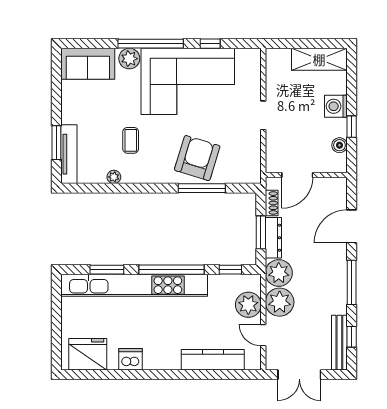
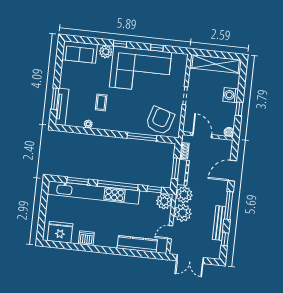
window: (151, 44) -> (120, 44), width x0.32
shelving: (319, 59) -> (216, 64), width x1.47
boiler: (339, 145) -> (229, 132), moved
armchair: (197, 158) -> (160, 121), moved
door: (297, 175) -> (202, 135), swing flipped
plant: (248, 305) -> (164, 201), moved
door: (263, 335) -> (170, 232), hinge flipped
bench: (339, 343) -> (219, 223), moved

